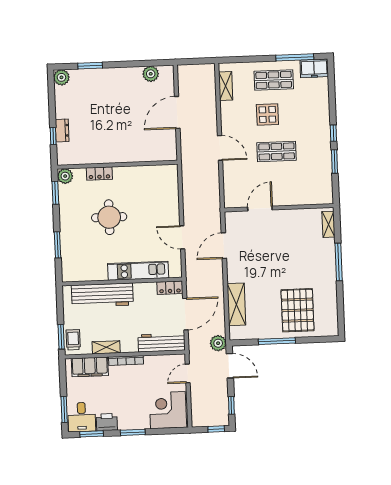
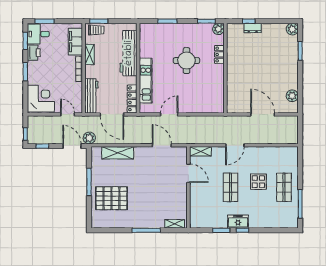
freezer: (314, 68) -> (238, 222), moved, turned 90
shelving: (226, 86) -> (200, 151), moved
locker: (170, 288) -> (132, 99), width x1.53
door: (230, 366) -> (72, 146), swing flipped

